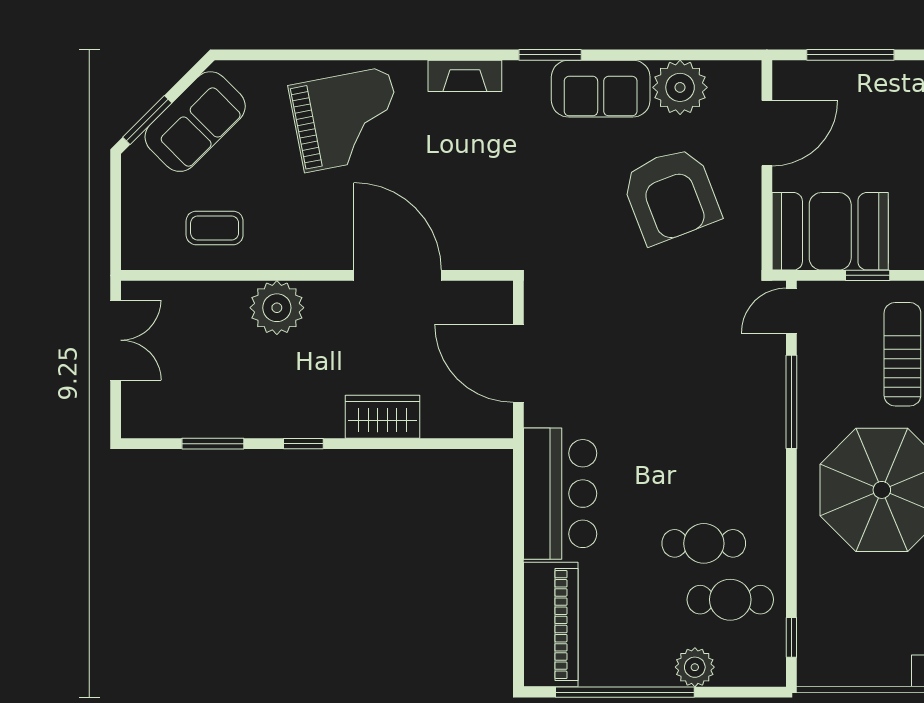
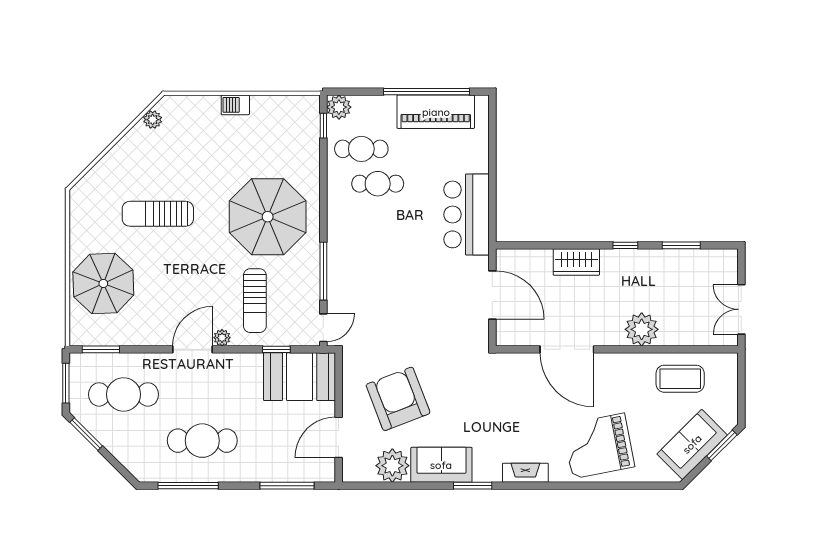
coffee table: (215, 228) -> (680, 379), width x1.36, depth x1.30
piano: (551, 624) -> (436, 112), moved, turned -90
plant: (695, 667) -> (339, 107), moved

